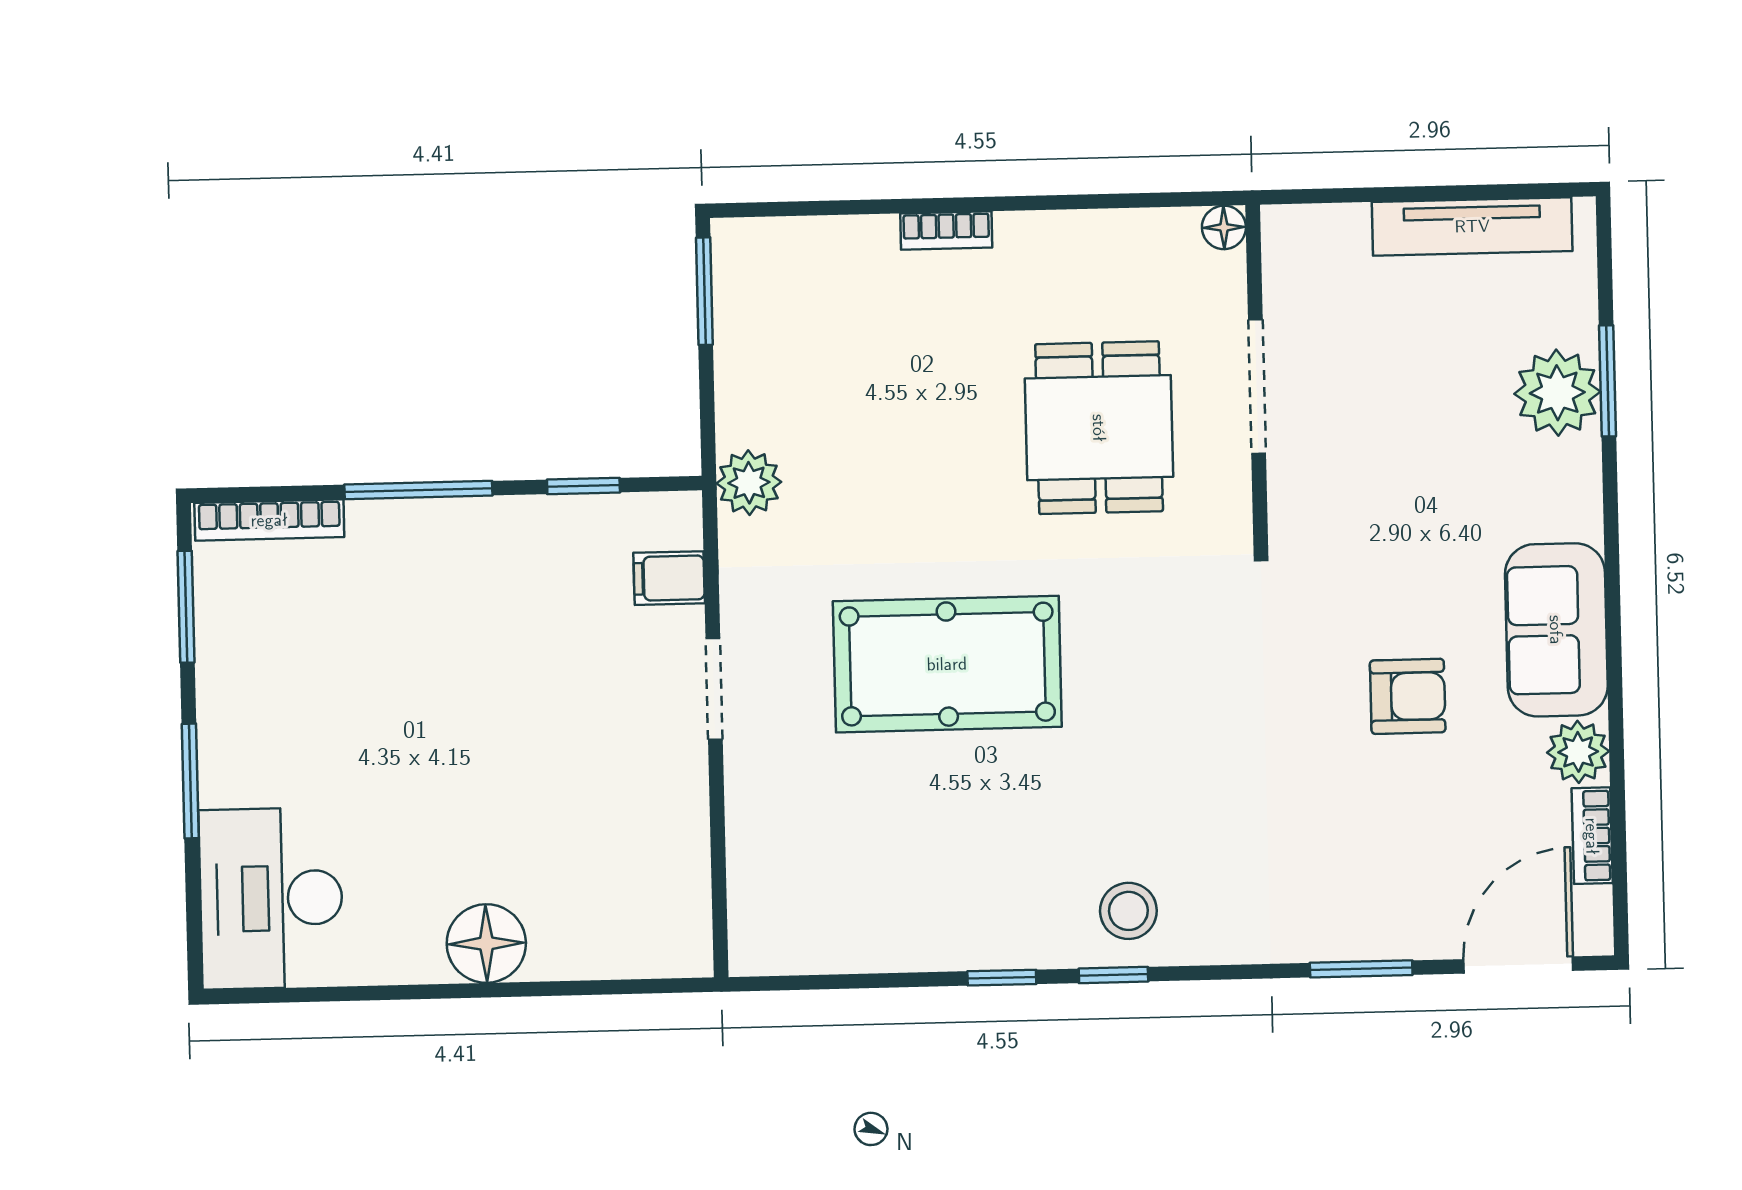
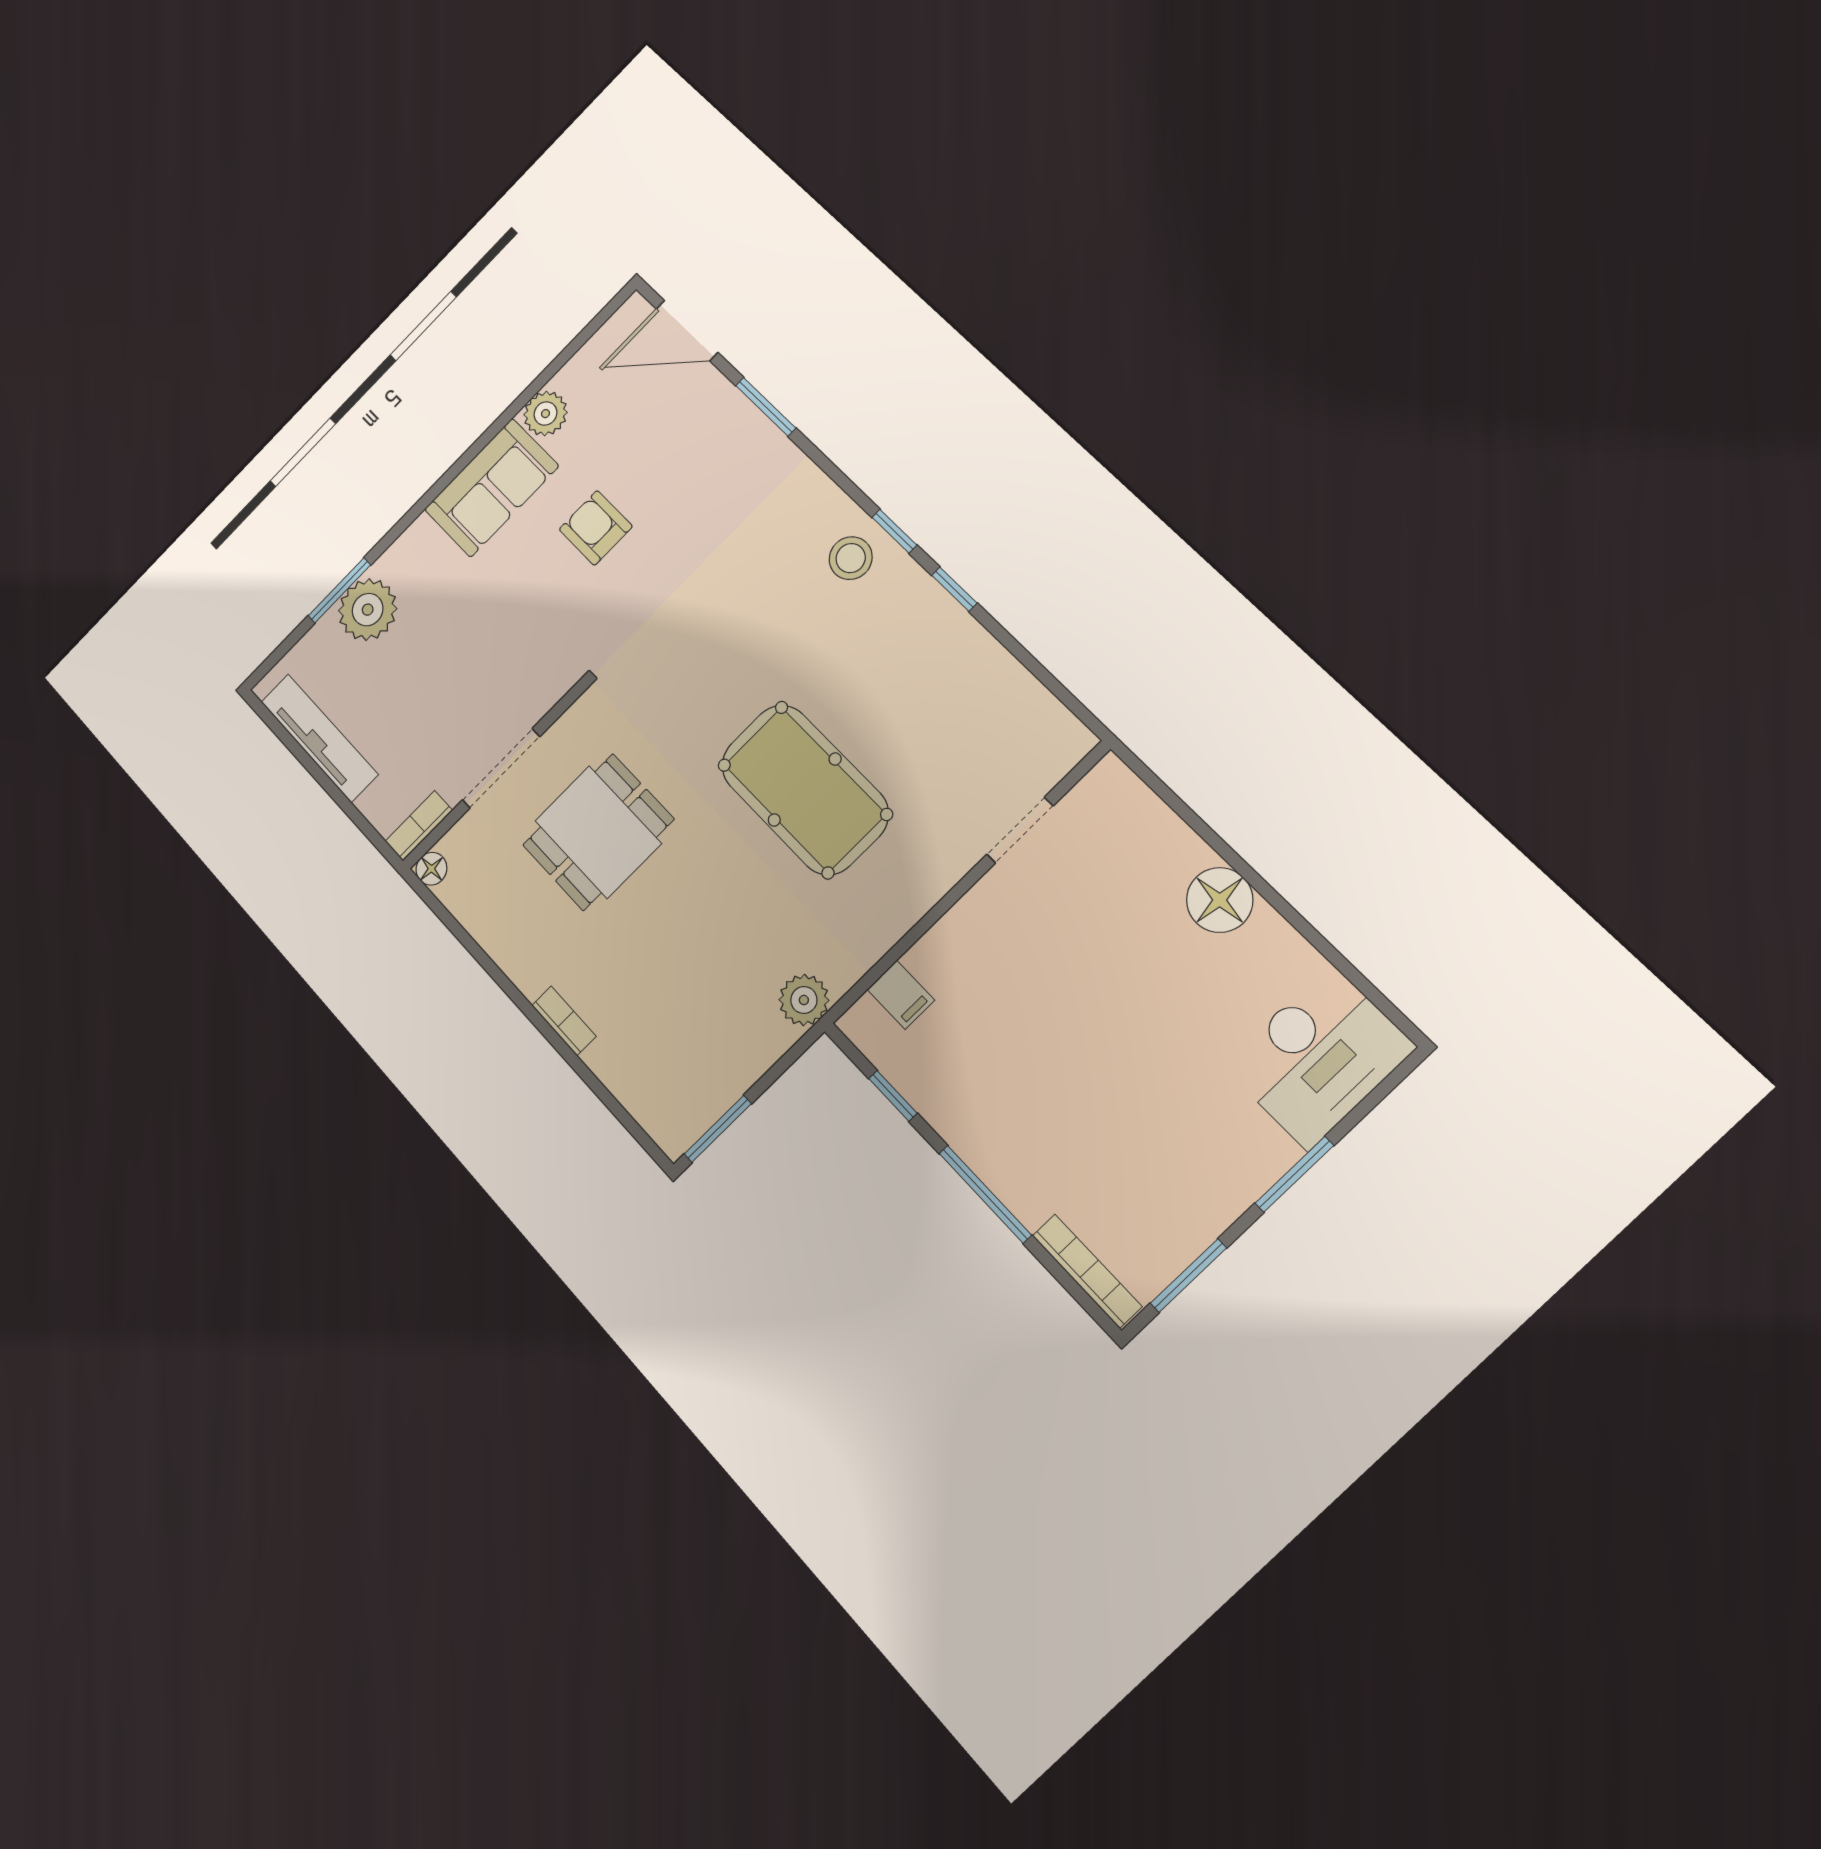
doorway: (714, 689) -> (1020, 830), moved
bookcase: (1592, 836) -> (419, 826), moved, turned 180

